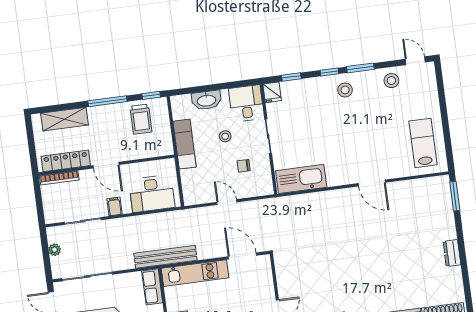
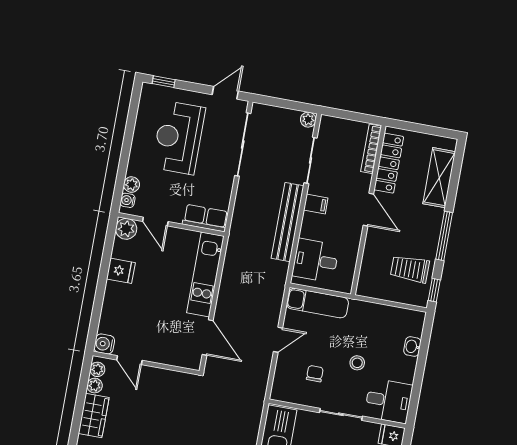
washbasin: (206, 100) -> (412, 347), width x0.52, depth x0.69
exam couch: (185, 144) -> (317, 303), moved
door: (106, 165) -> (368, 210), swing flipped
desk: (152, 194) -> (316, 260), width x0.73
plant: (55, 250) -> (308, 120), moved
door: (242, 256) -> (208, 338), hinge flipped
bench: (165, 257) -> (288, 222), moved

